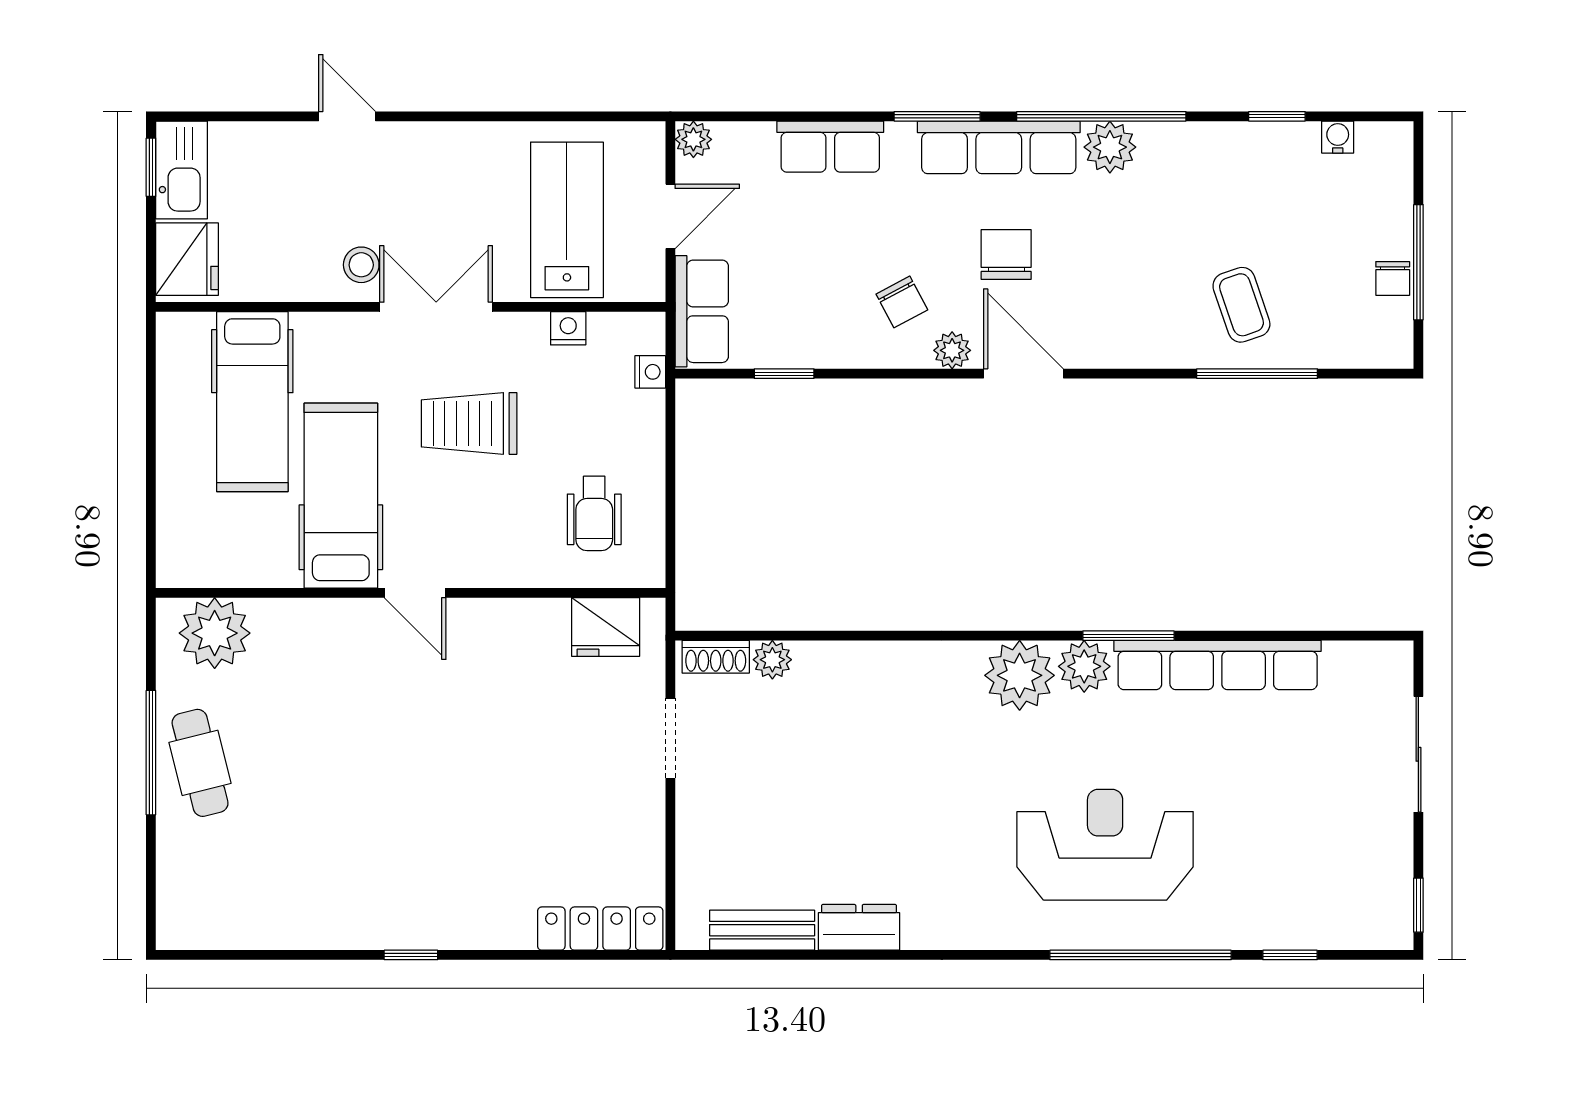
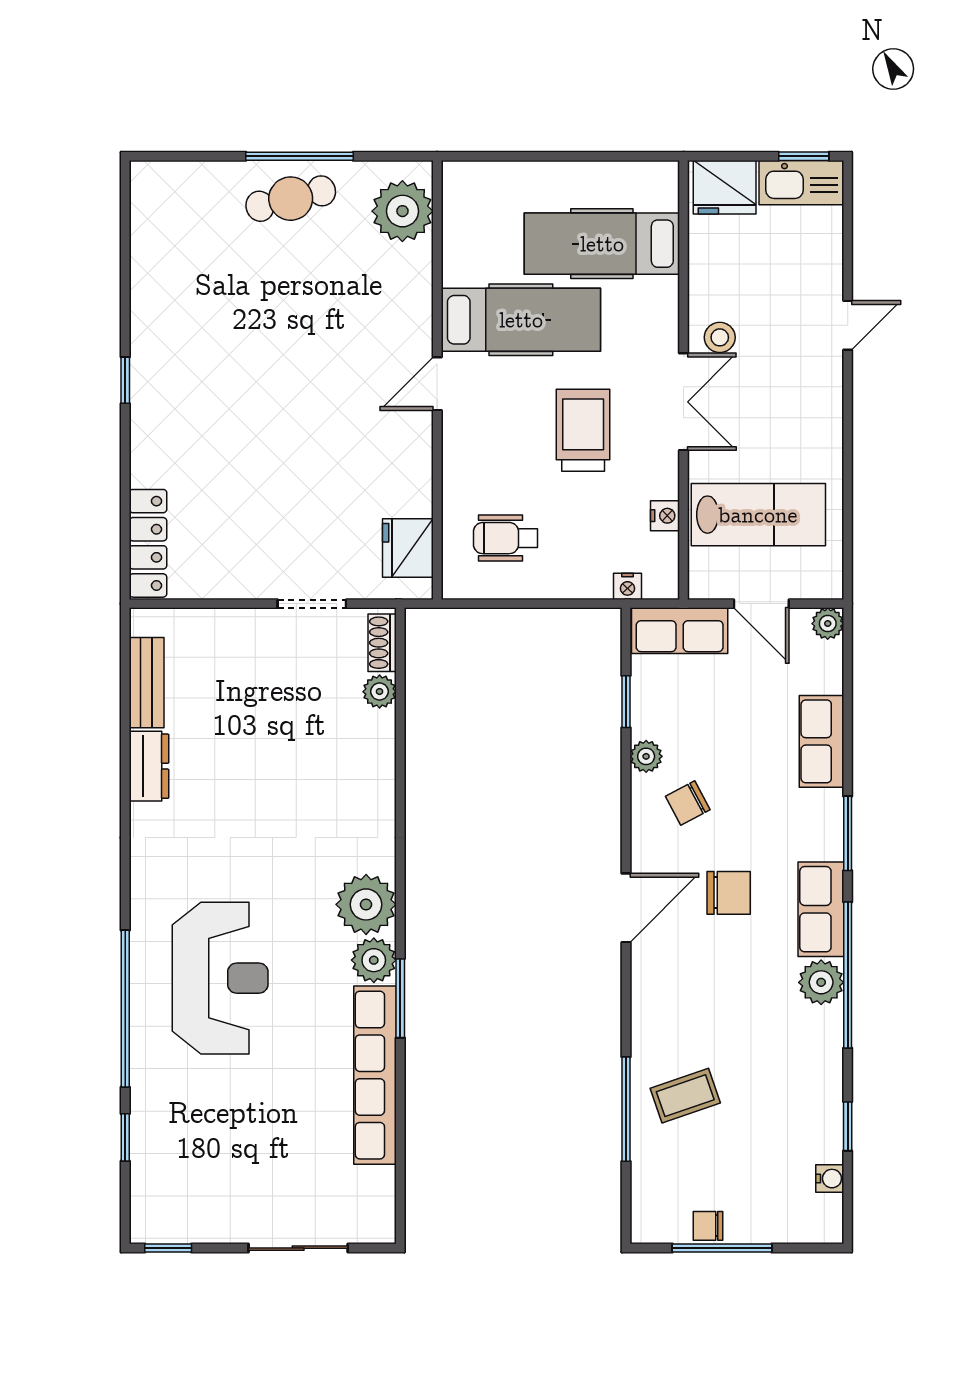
row of seats: (999, 147) -> (821, 909), width x0.68
plant: (952, 350) -> (646, 756), moved

